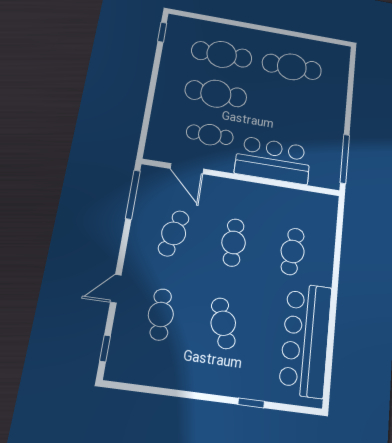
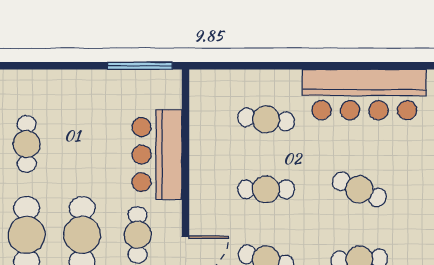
cafe table: (292, 67) -> (27, 144), width x0.73, depth x0.74
cafe table: (223, 323) -> (359, 189), turned 42

